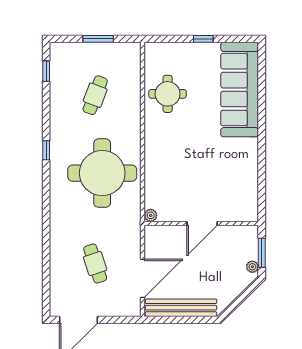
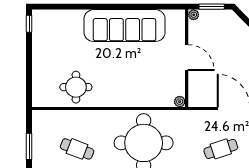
window: (203, 39) -> (29, 24), moved
sofa: (240, 90) -> (125, 26), moved
plant: (252, 267) -> (194, 15), moved

